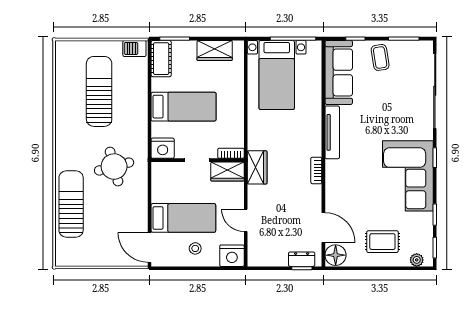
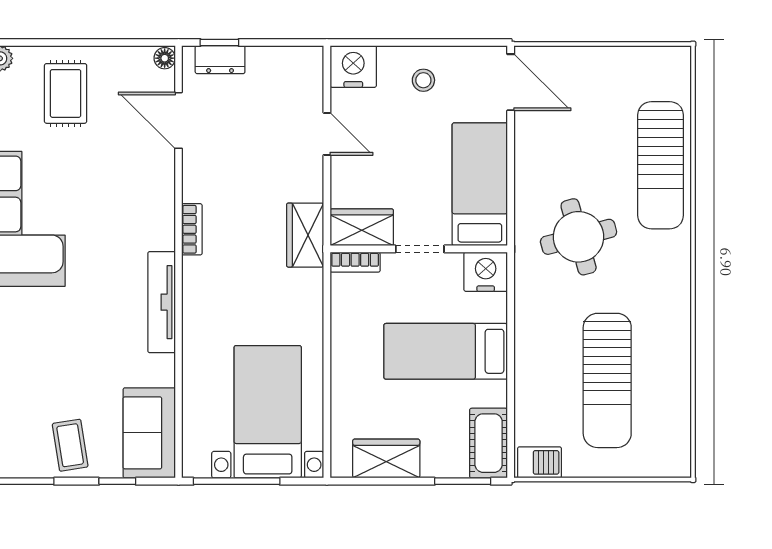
sofa: (339, 72) -> (149, 433), width x0.73
bed: (183, 218) -> (480, 184), moved, turned 90
rug: (382, 242) -> (66, 93), turned 90
floor lamp: (336, 255) -> (165, 58), width x0.53, depth x0.53

